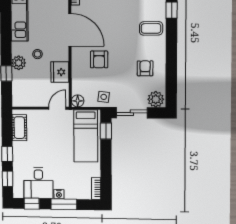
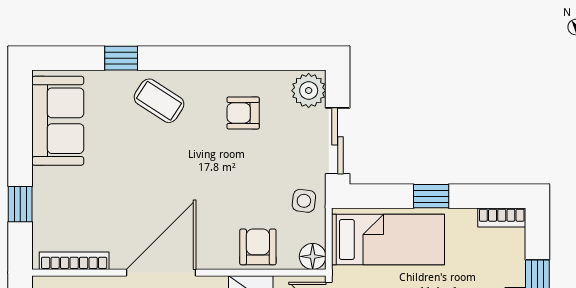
coffee table: (151, 28) -> (159, 101), turned -57
armchair: (99, 59) -> (258, 247), moved, turned -90
window: (106, 131) -> (431, 196), moved

